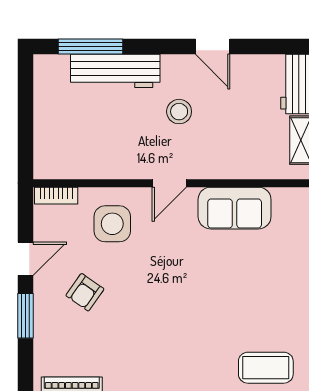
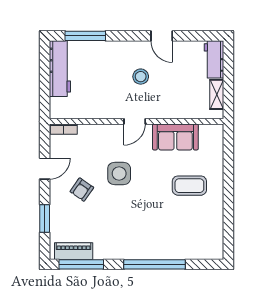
workbench: (115, 71) -> (60, 69), moved, turned -90
side table: (112, 224) -> (119, 173), moved
window: (26, 316) -> (45, 218), moved
coffee table: (266, 368) -> (189, 186), moved

